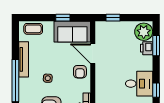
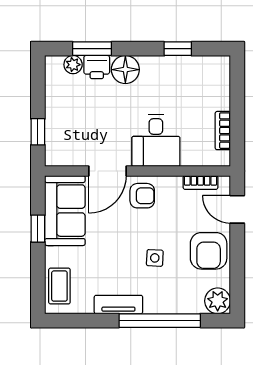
plant: (144, 32) -> (73, 65), width x0.53, depth x0.53
tv unit: (24, 59) -> (118, 305), width x0.71
floor lamp: (145, 63) -> (125, 70), added
desk: (139, 84) -> (156, 141), moved, turned 180

